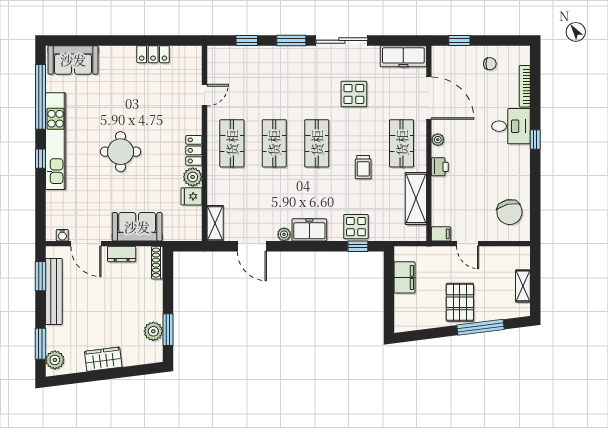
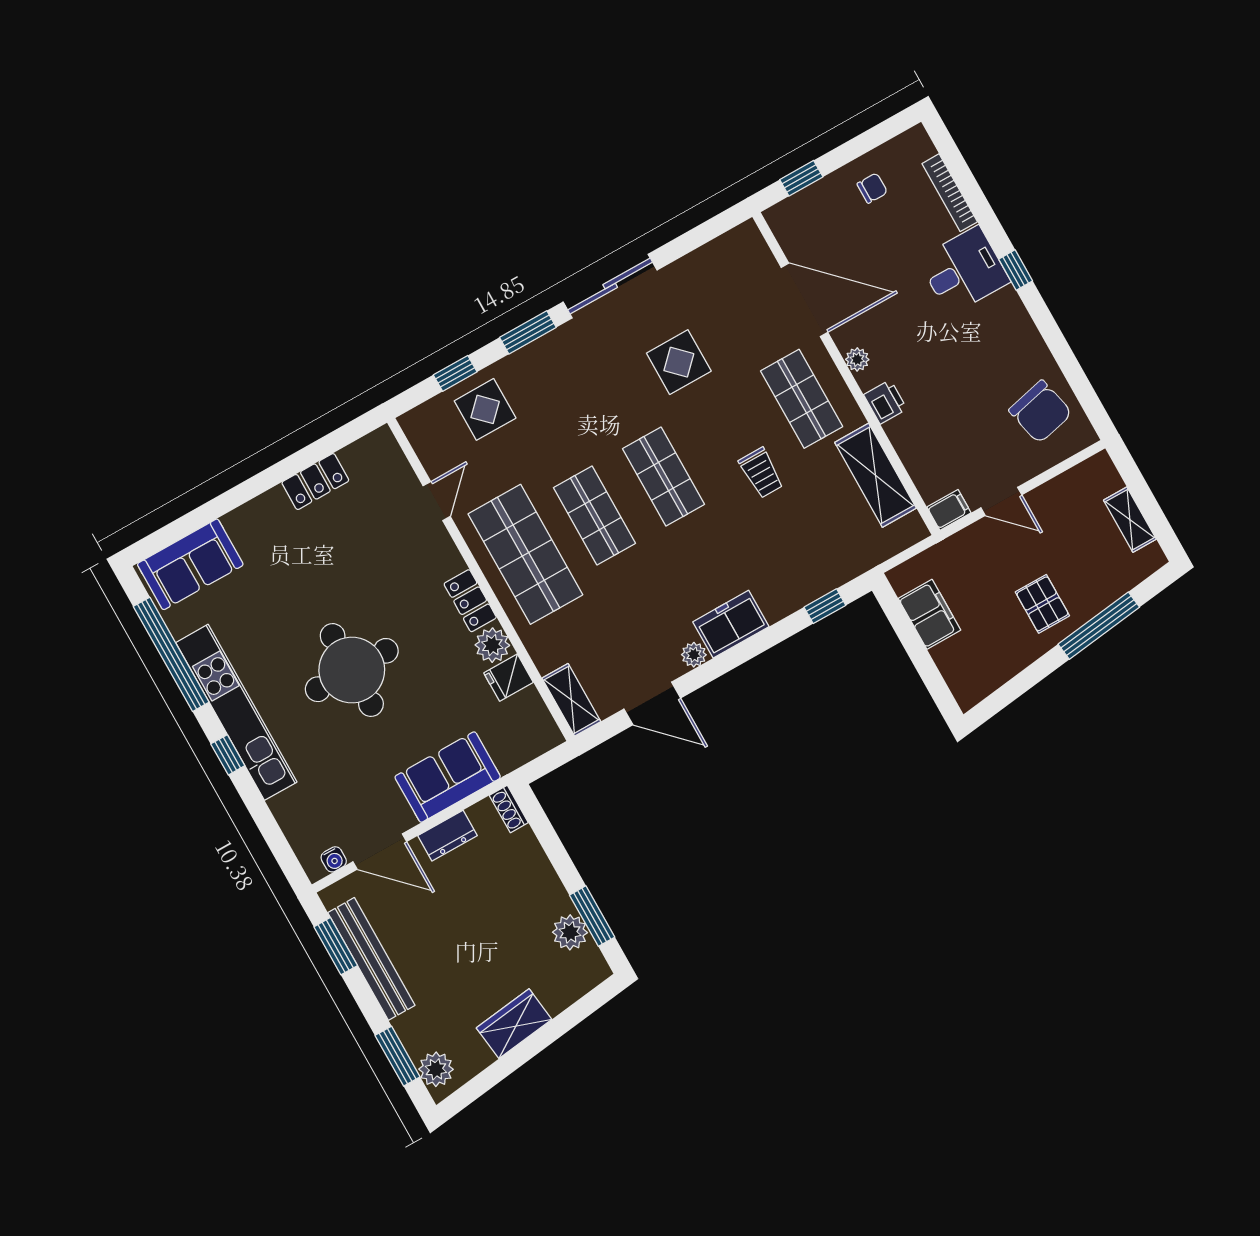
freezer: (403, 56) -> (725, 255), removed
shop shelf: (232, 143) -> (525, 554), width x1.43, depth x1.36
round table: (121, 152) -> (352, 670), width x1.36, depth x1.36
display table: (356, 227) -> (485, 409), moved
shoe rack: (157, 263) -> (509, 809), width x0.70
pallet: (460, 302) -> (1042, 604), width x0.67, depth x0.71

